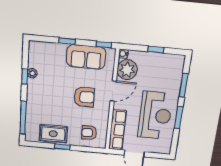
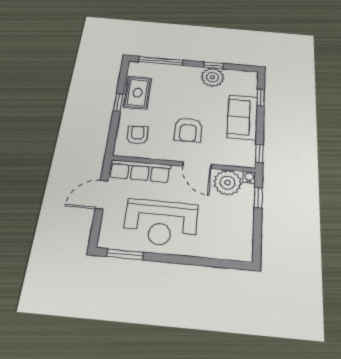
window: (67, 41) -> (261, 97), moved
window: (156, 50) -> (258, 198), moved
sofa: (86, 57) -> (243, 117), moved
plant: (32, 73) -> (212, 77), width x1.87, depth x1.87
window: (184, 85) -> (208, 262), removed
window: (178, 118) -> (125, 254), moved

